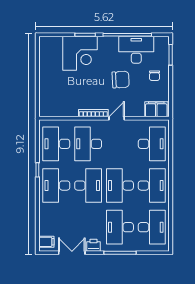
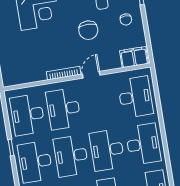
chair: (121, 80) -> (88, 30), turned 93
desk: (88, 186) -> (71, 156), turned 180

